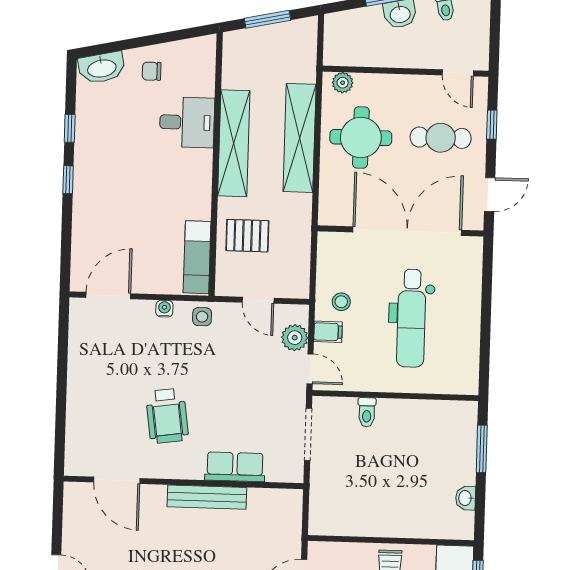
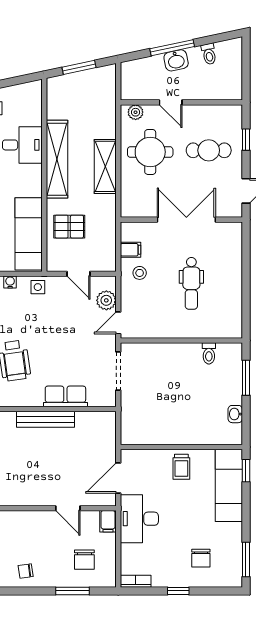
door: (458, 73) -> (171, 102), moved
shelving: (300, 138) -> (105, 166), width x0.68
double door: (407, 231) -> (186, 220), width x0.73
exam couch: (197, 257) -> (29, 234), width x1.36, depth x1.45
dental chair: (411, 318) -> (191, 283), width x0.73, depth x0.72
filing cabinet: (328, 332) -> (131, 250), moved
door: (310, 369) -> (118, 323), swing flipped
toilet: (367, 412) -> (209, 353), moved

